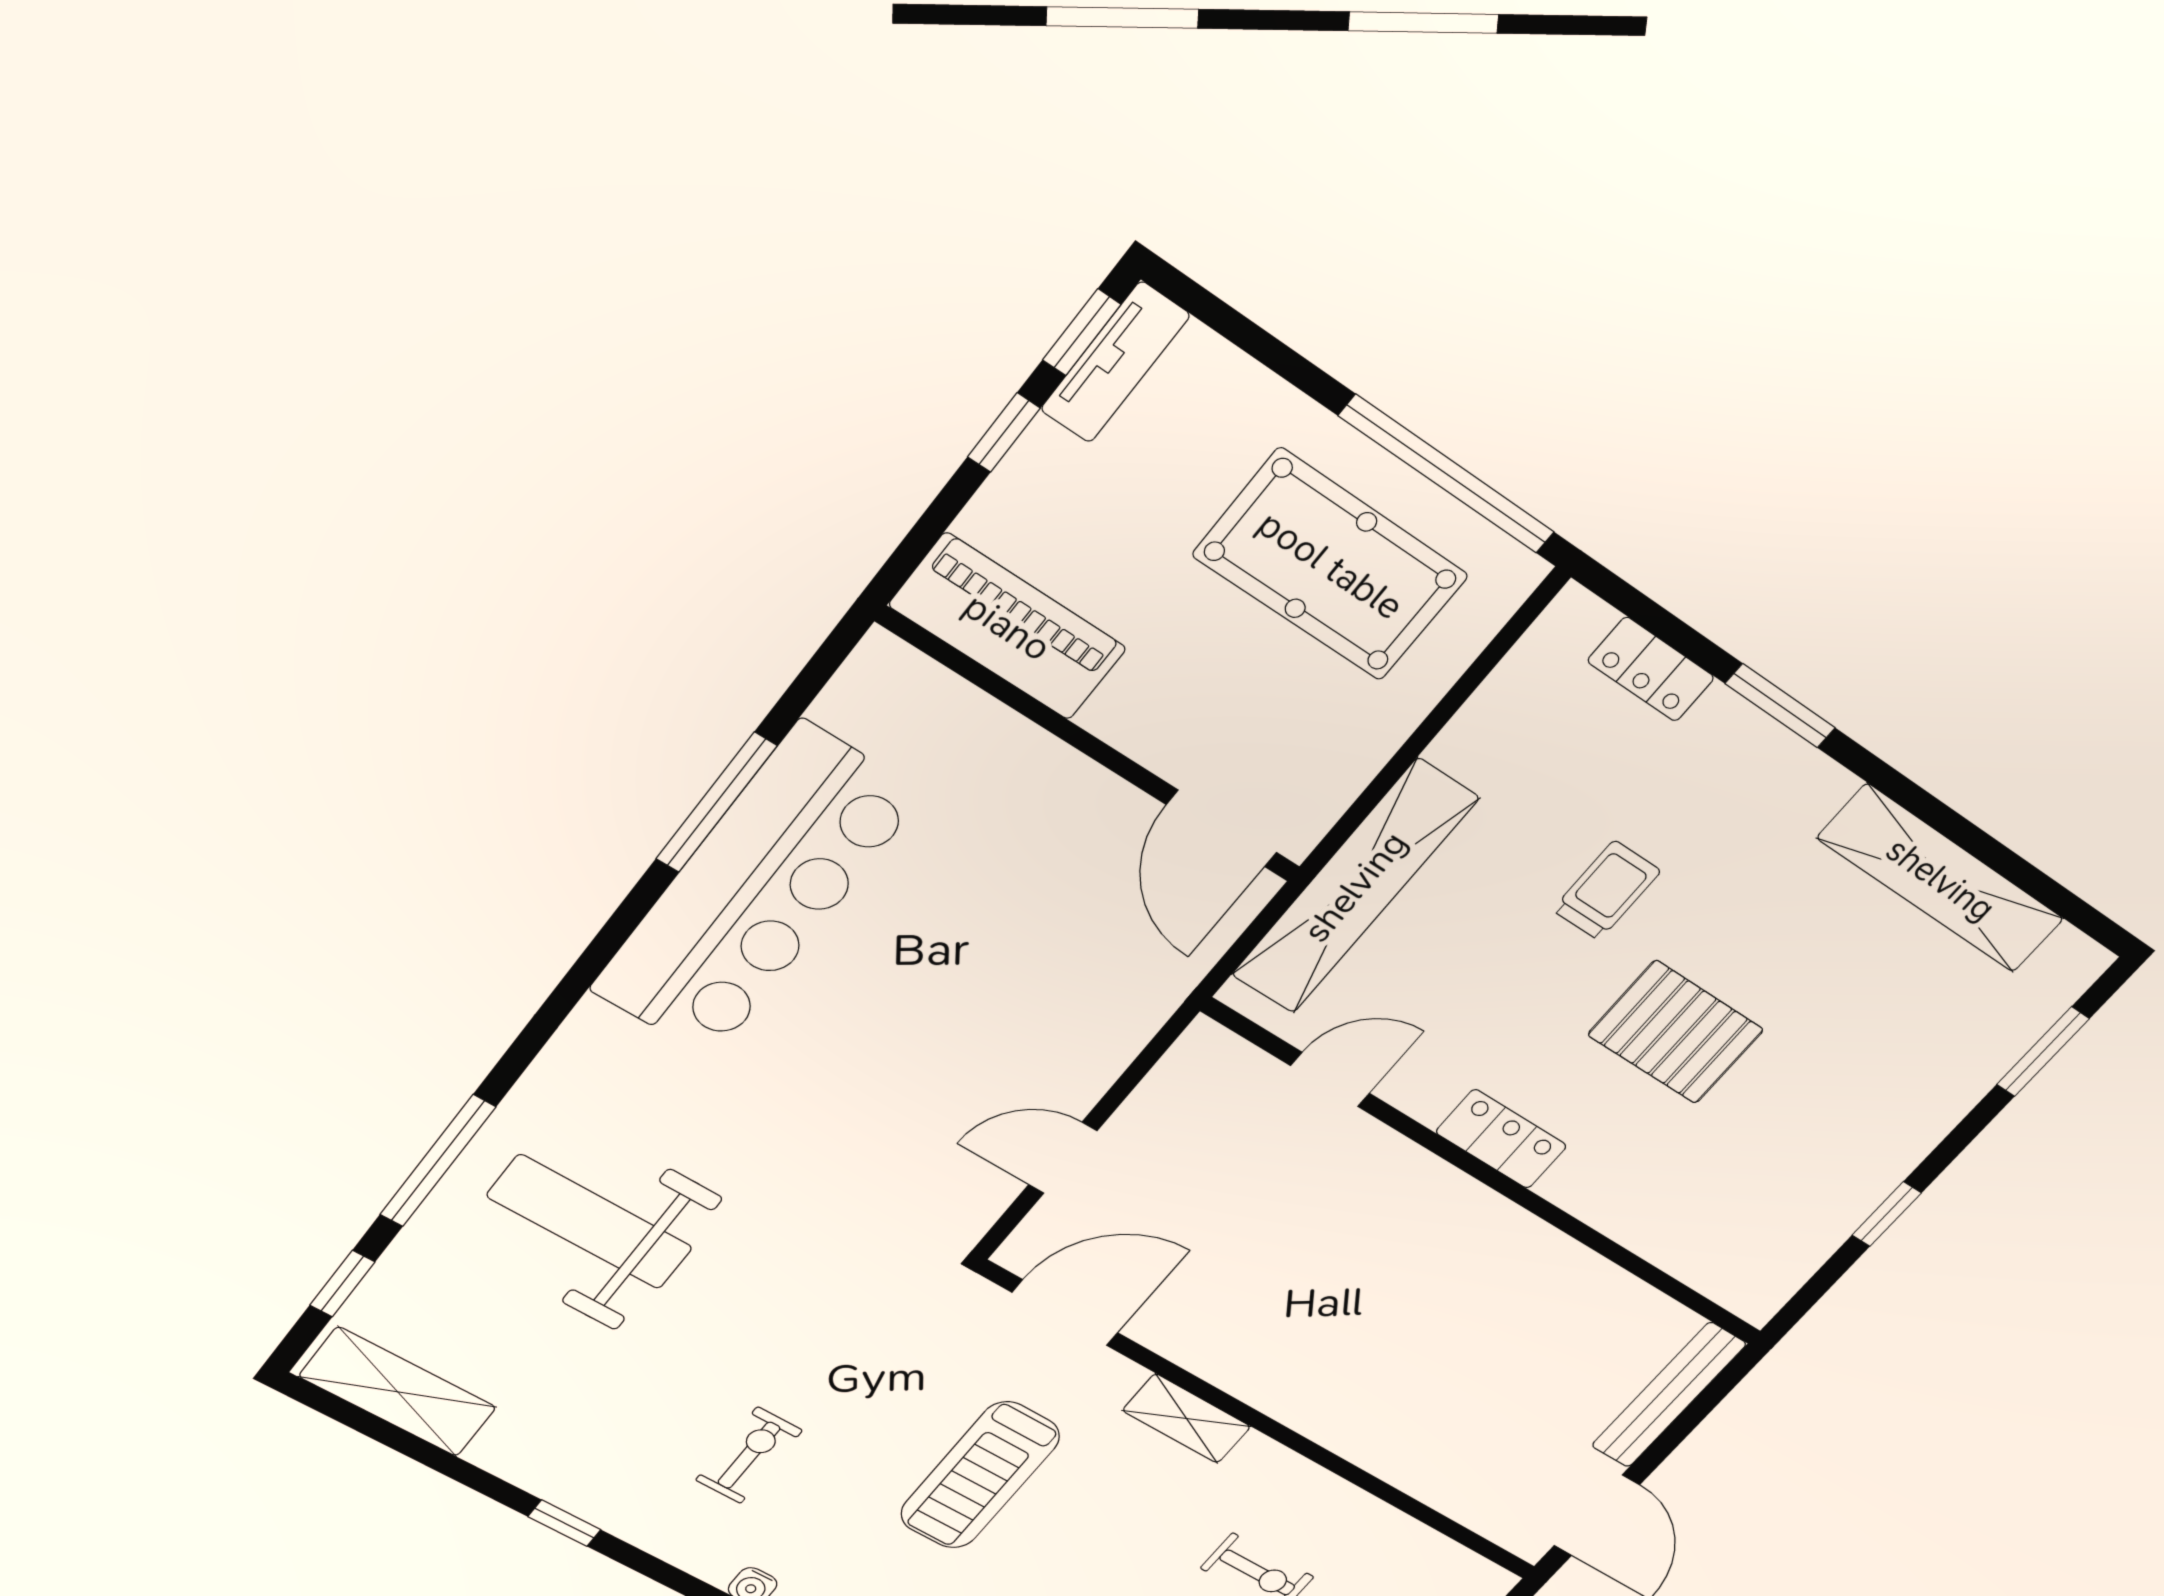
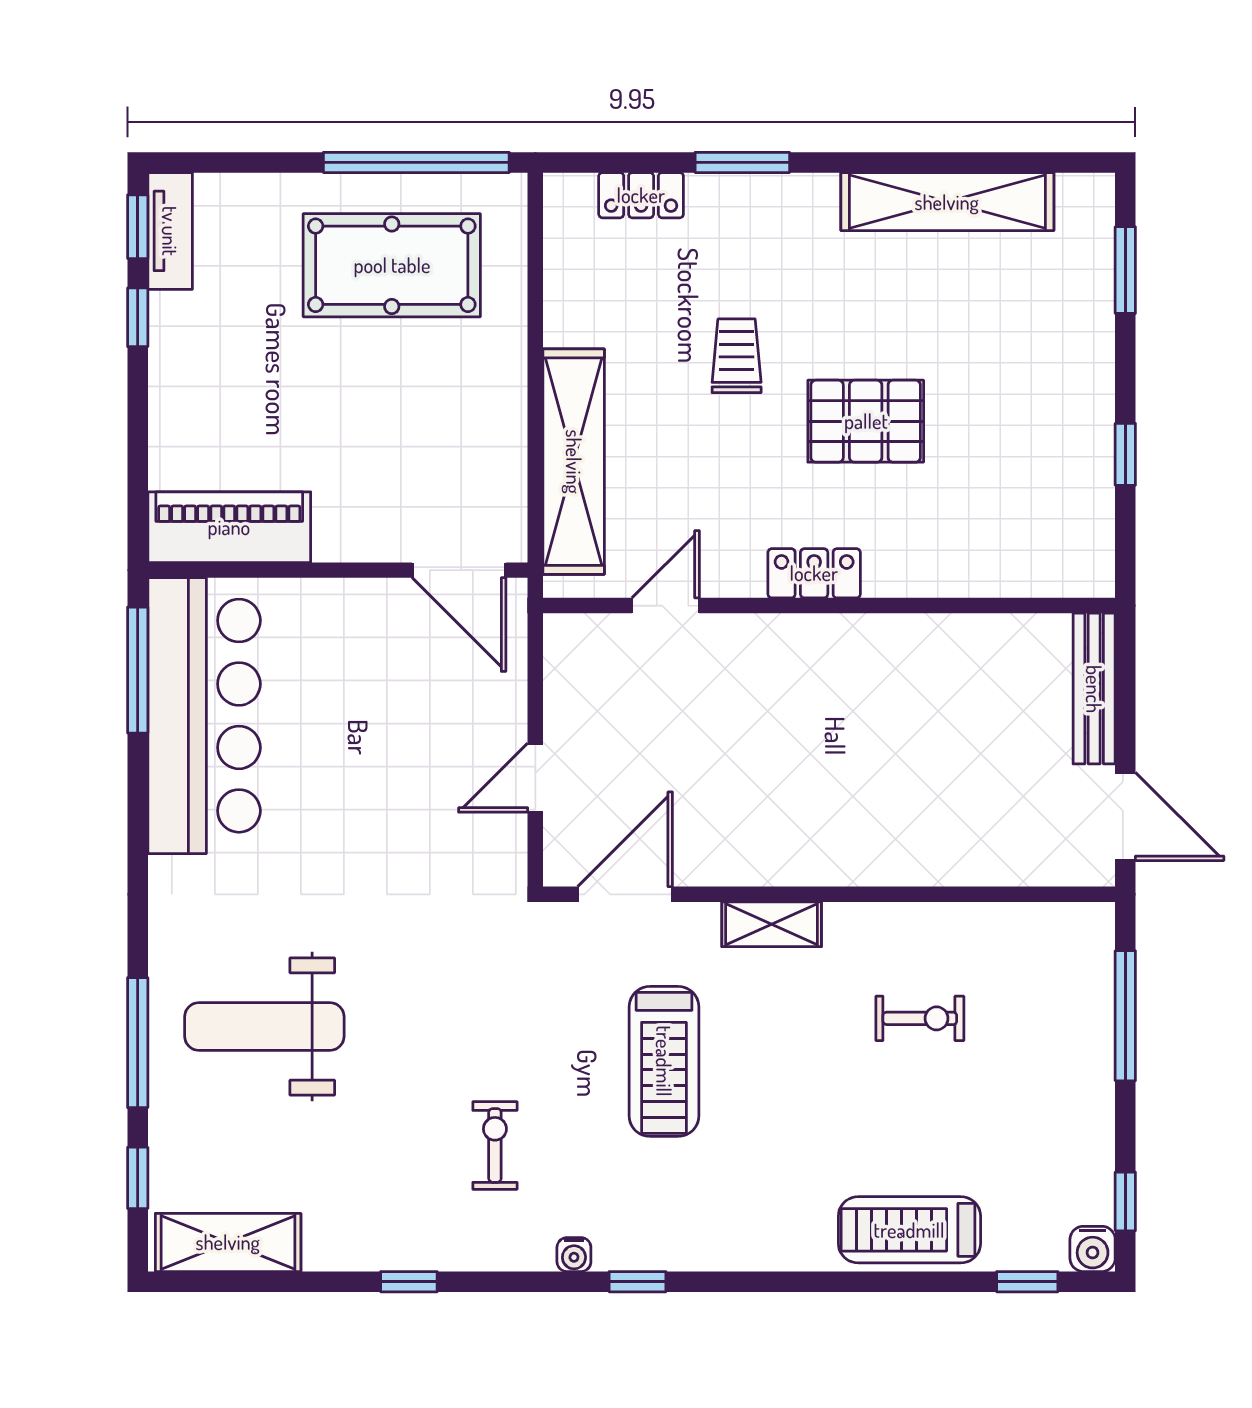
piano: (1008, 627) -> (229, 527), moved
wall: (1092, 747) -> (338, 570), moved
door: (1222, 829) -> (459, 570), moved

